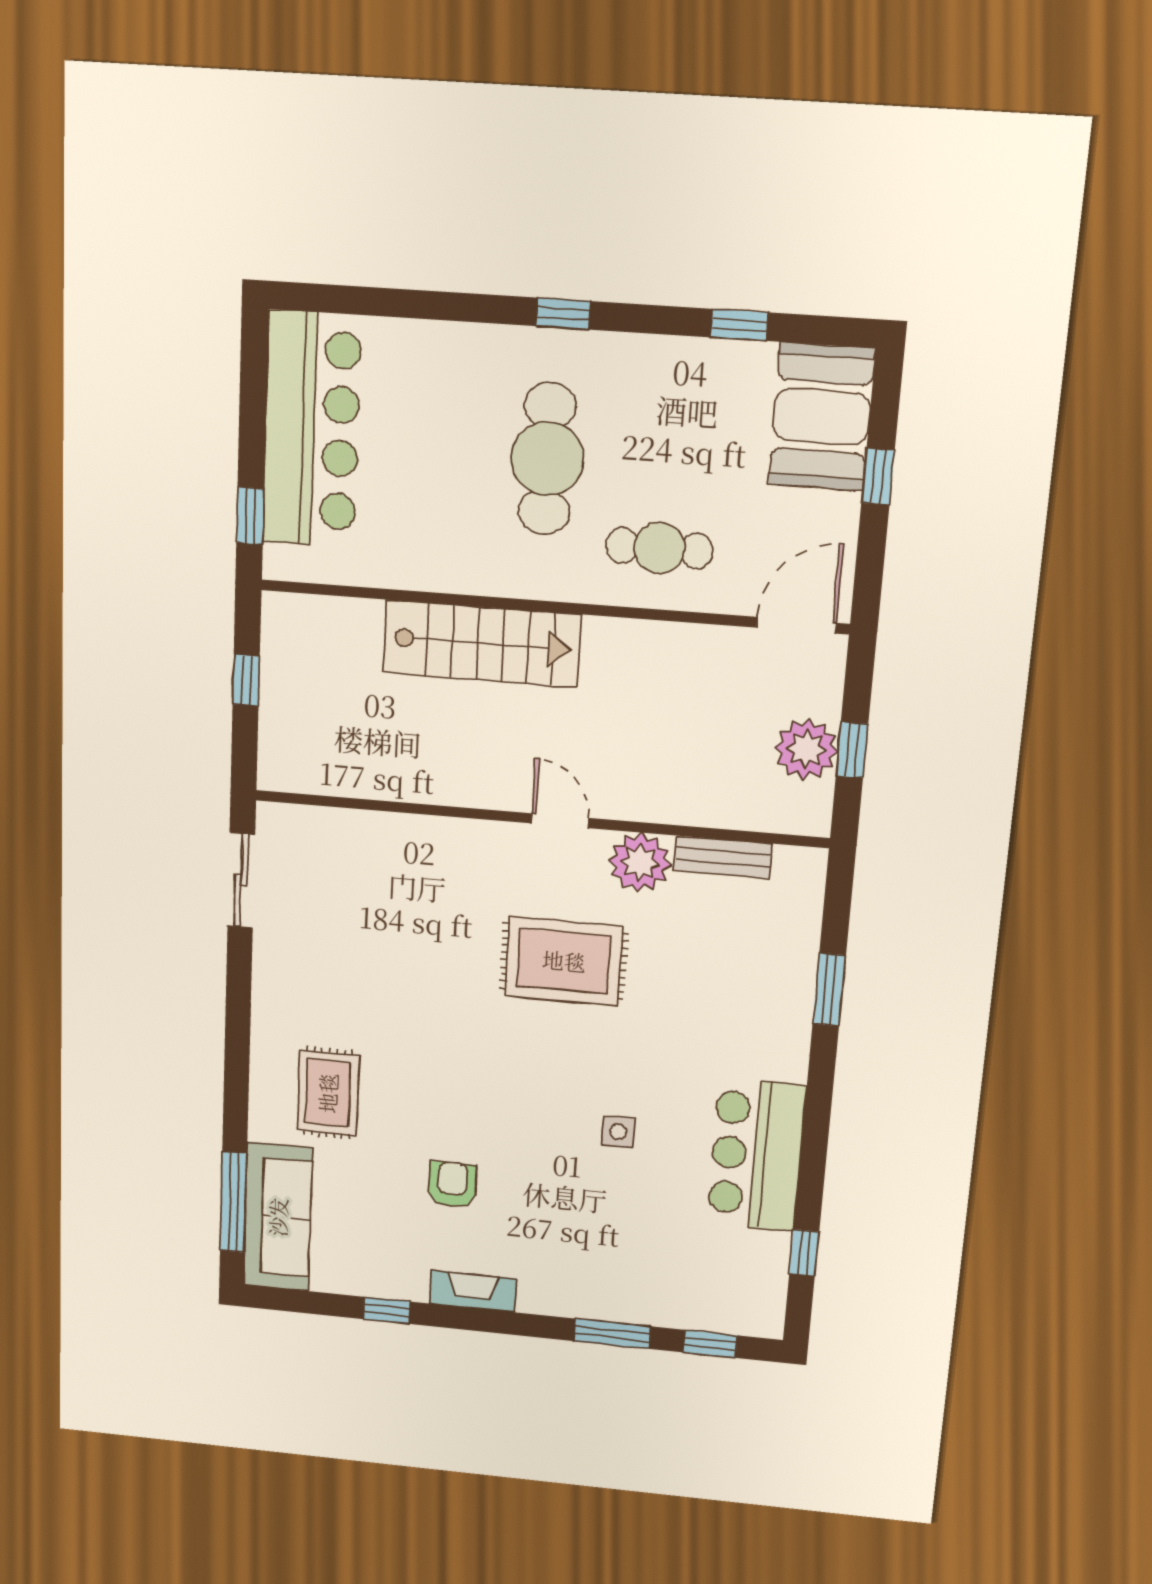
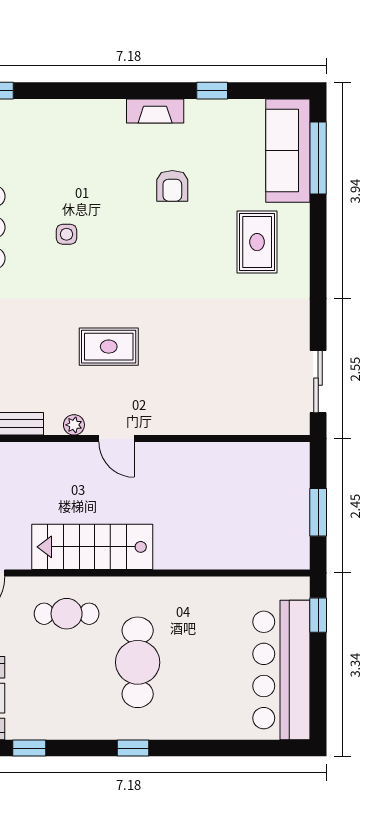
stairs: (482, 644) -> (92, 547), moved
window: (246, 680) -> (318, 512), width x1.50
plant: (640, 863) -> (74, 425), width x0.53, depth x0.53
rug: (564, 961) -> (109, 347), width x0.73, depth x0.70
window: (612, 1334) -> (61, 91), removed

